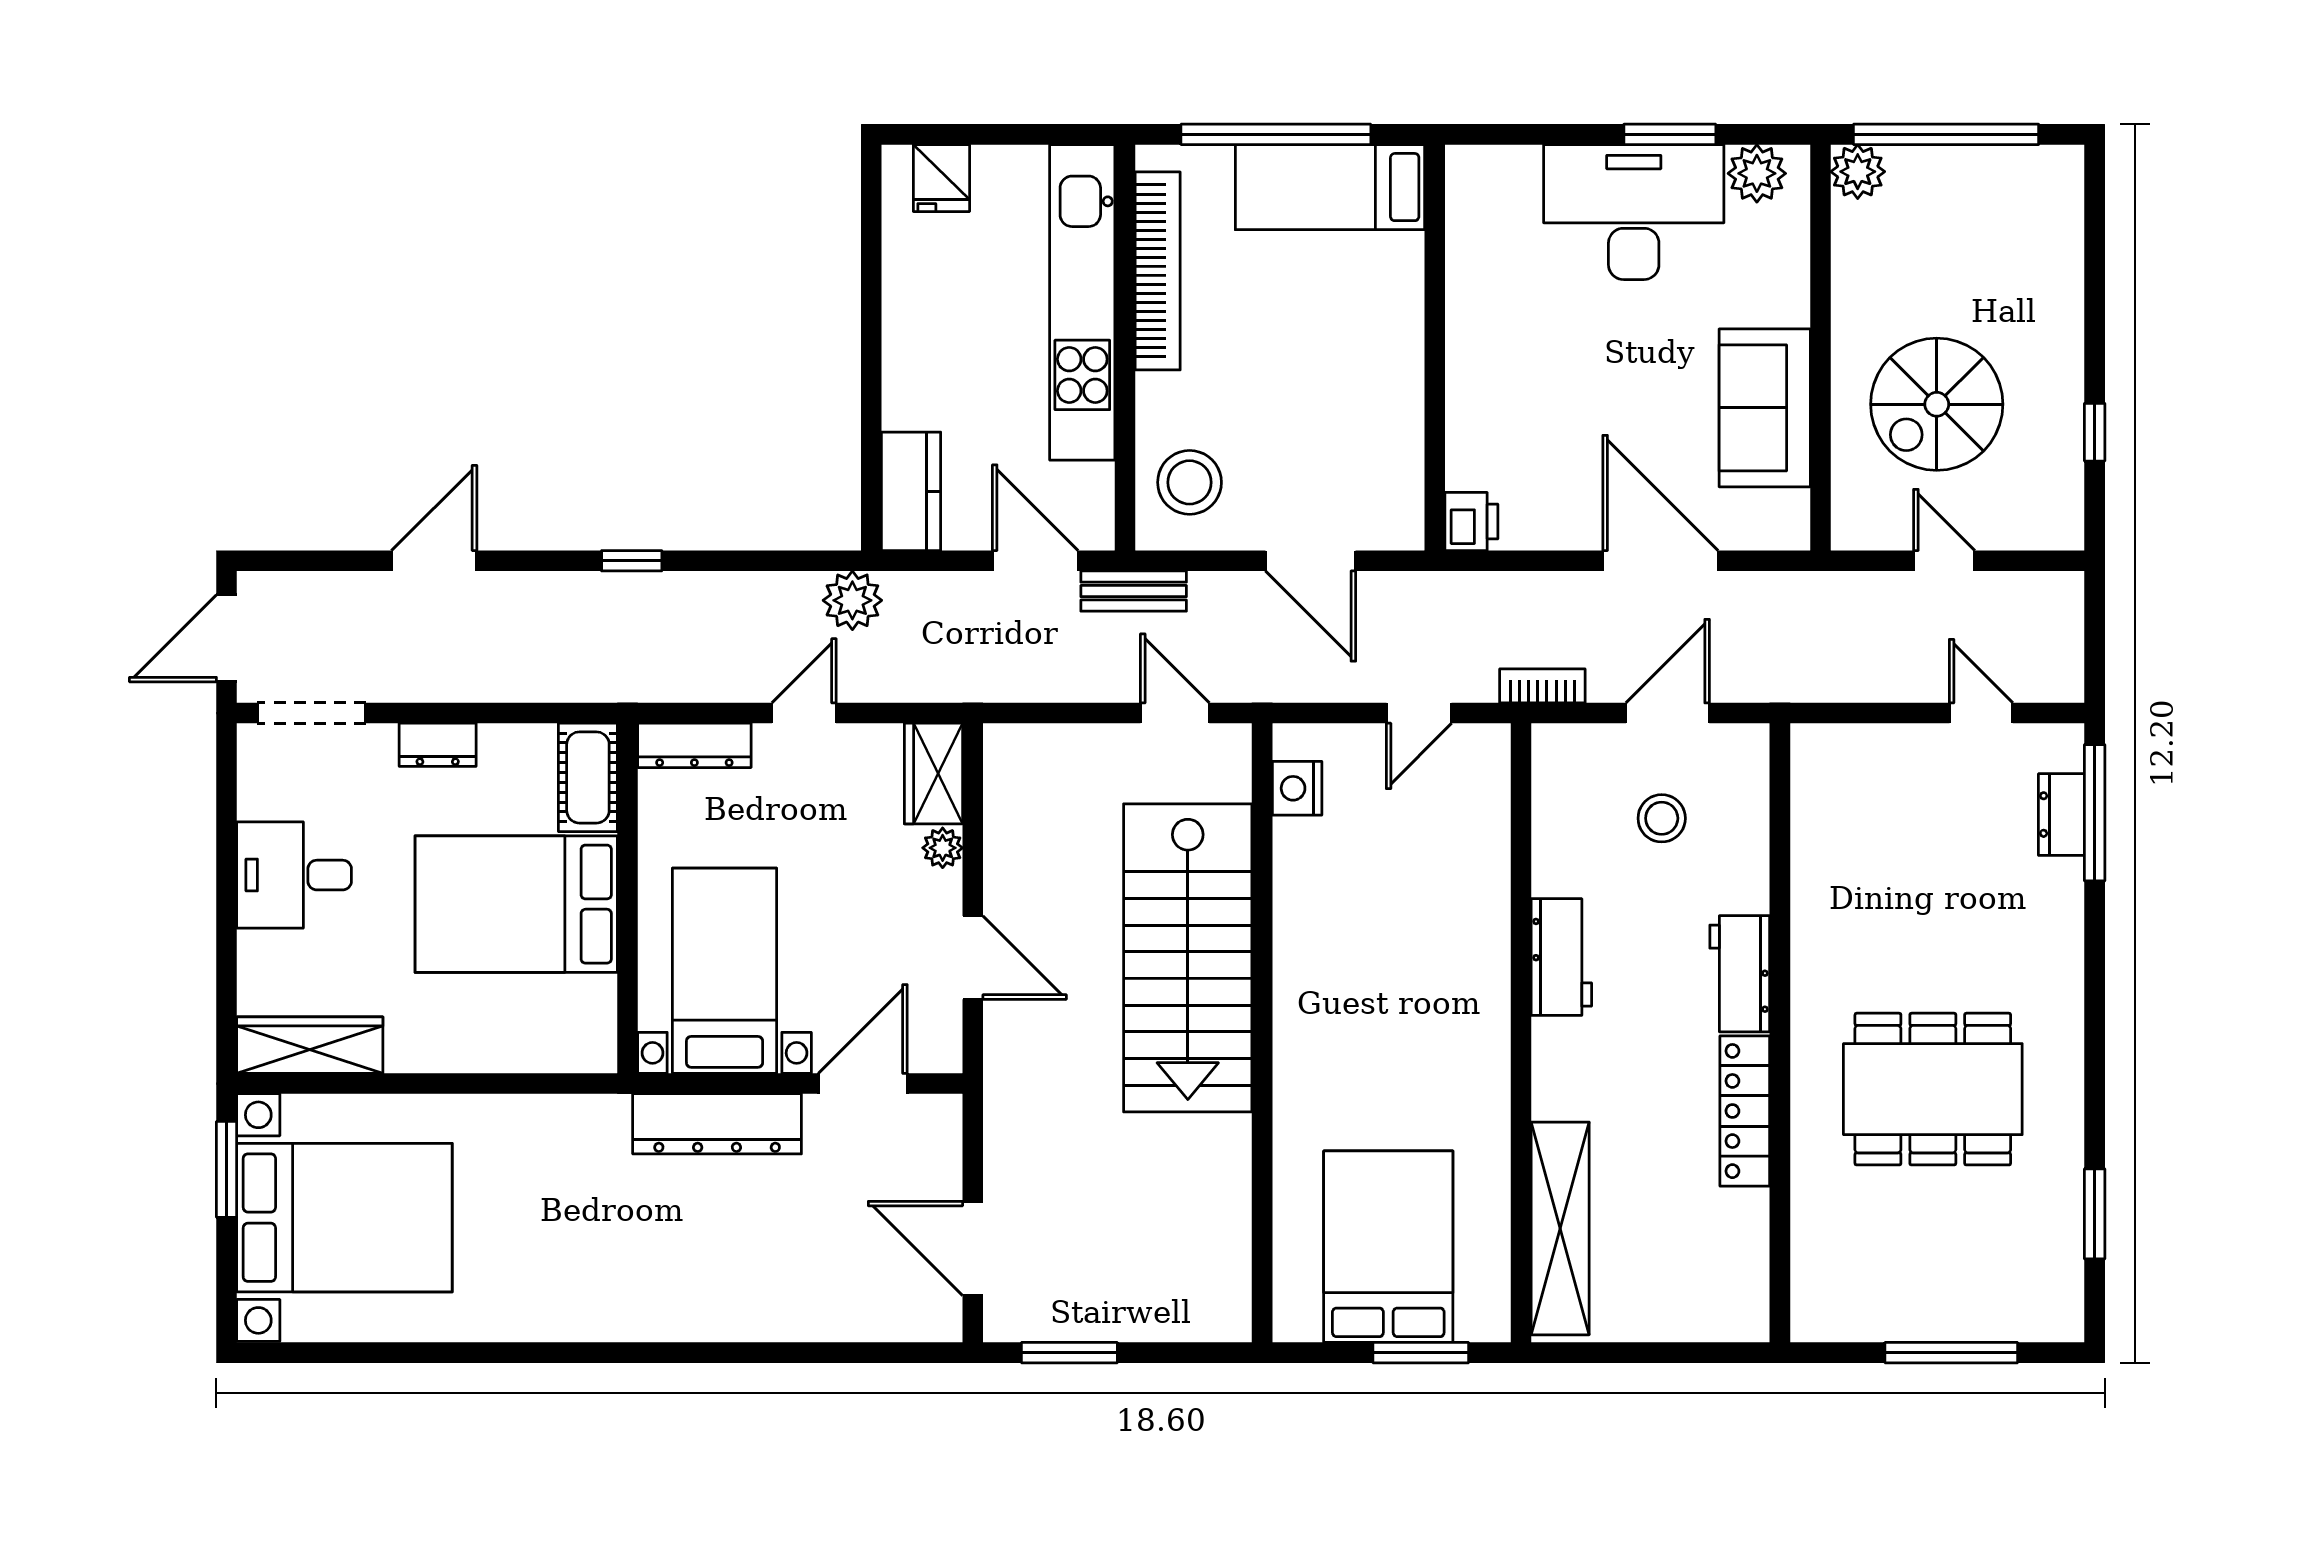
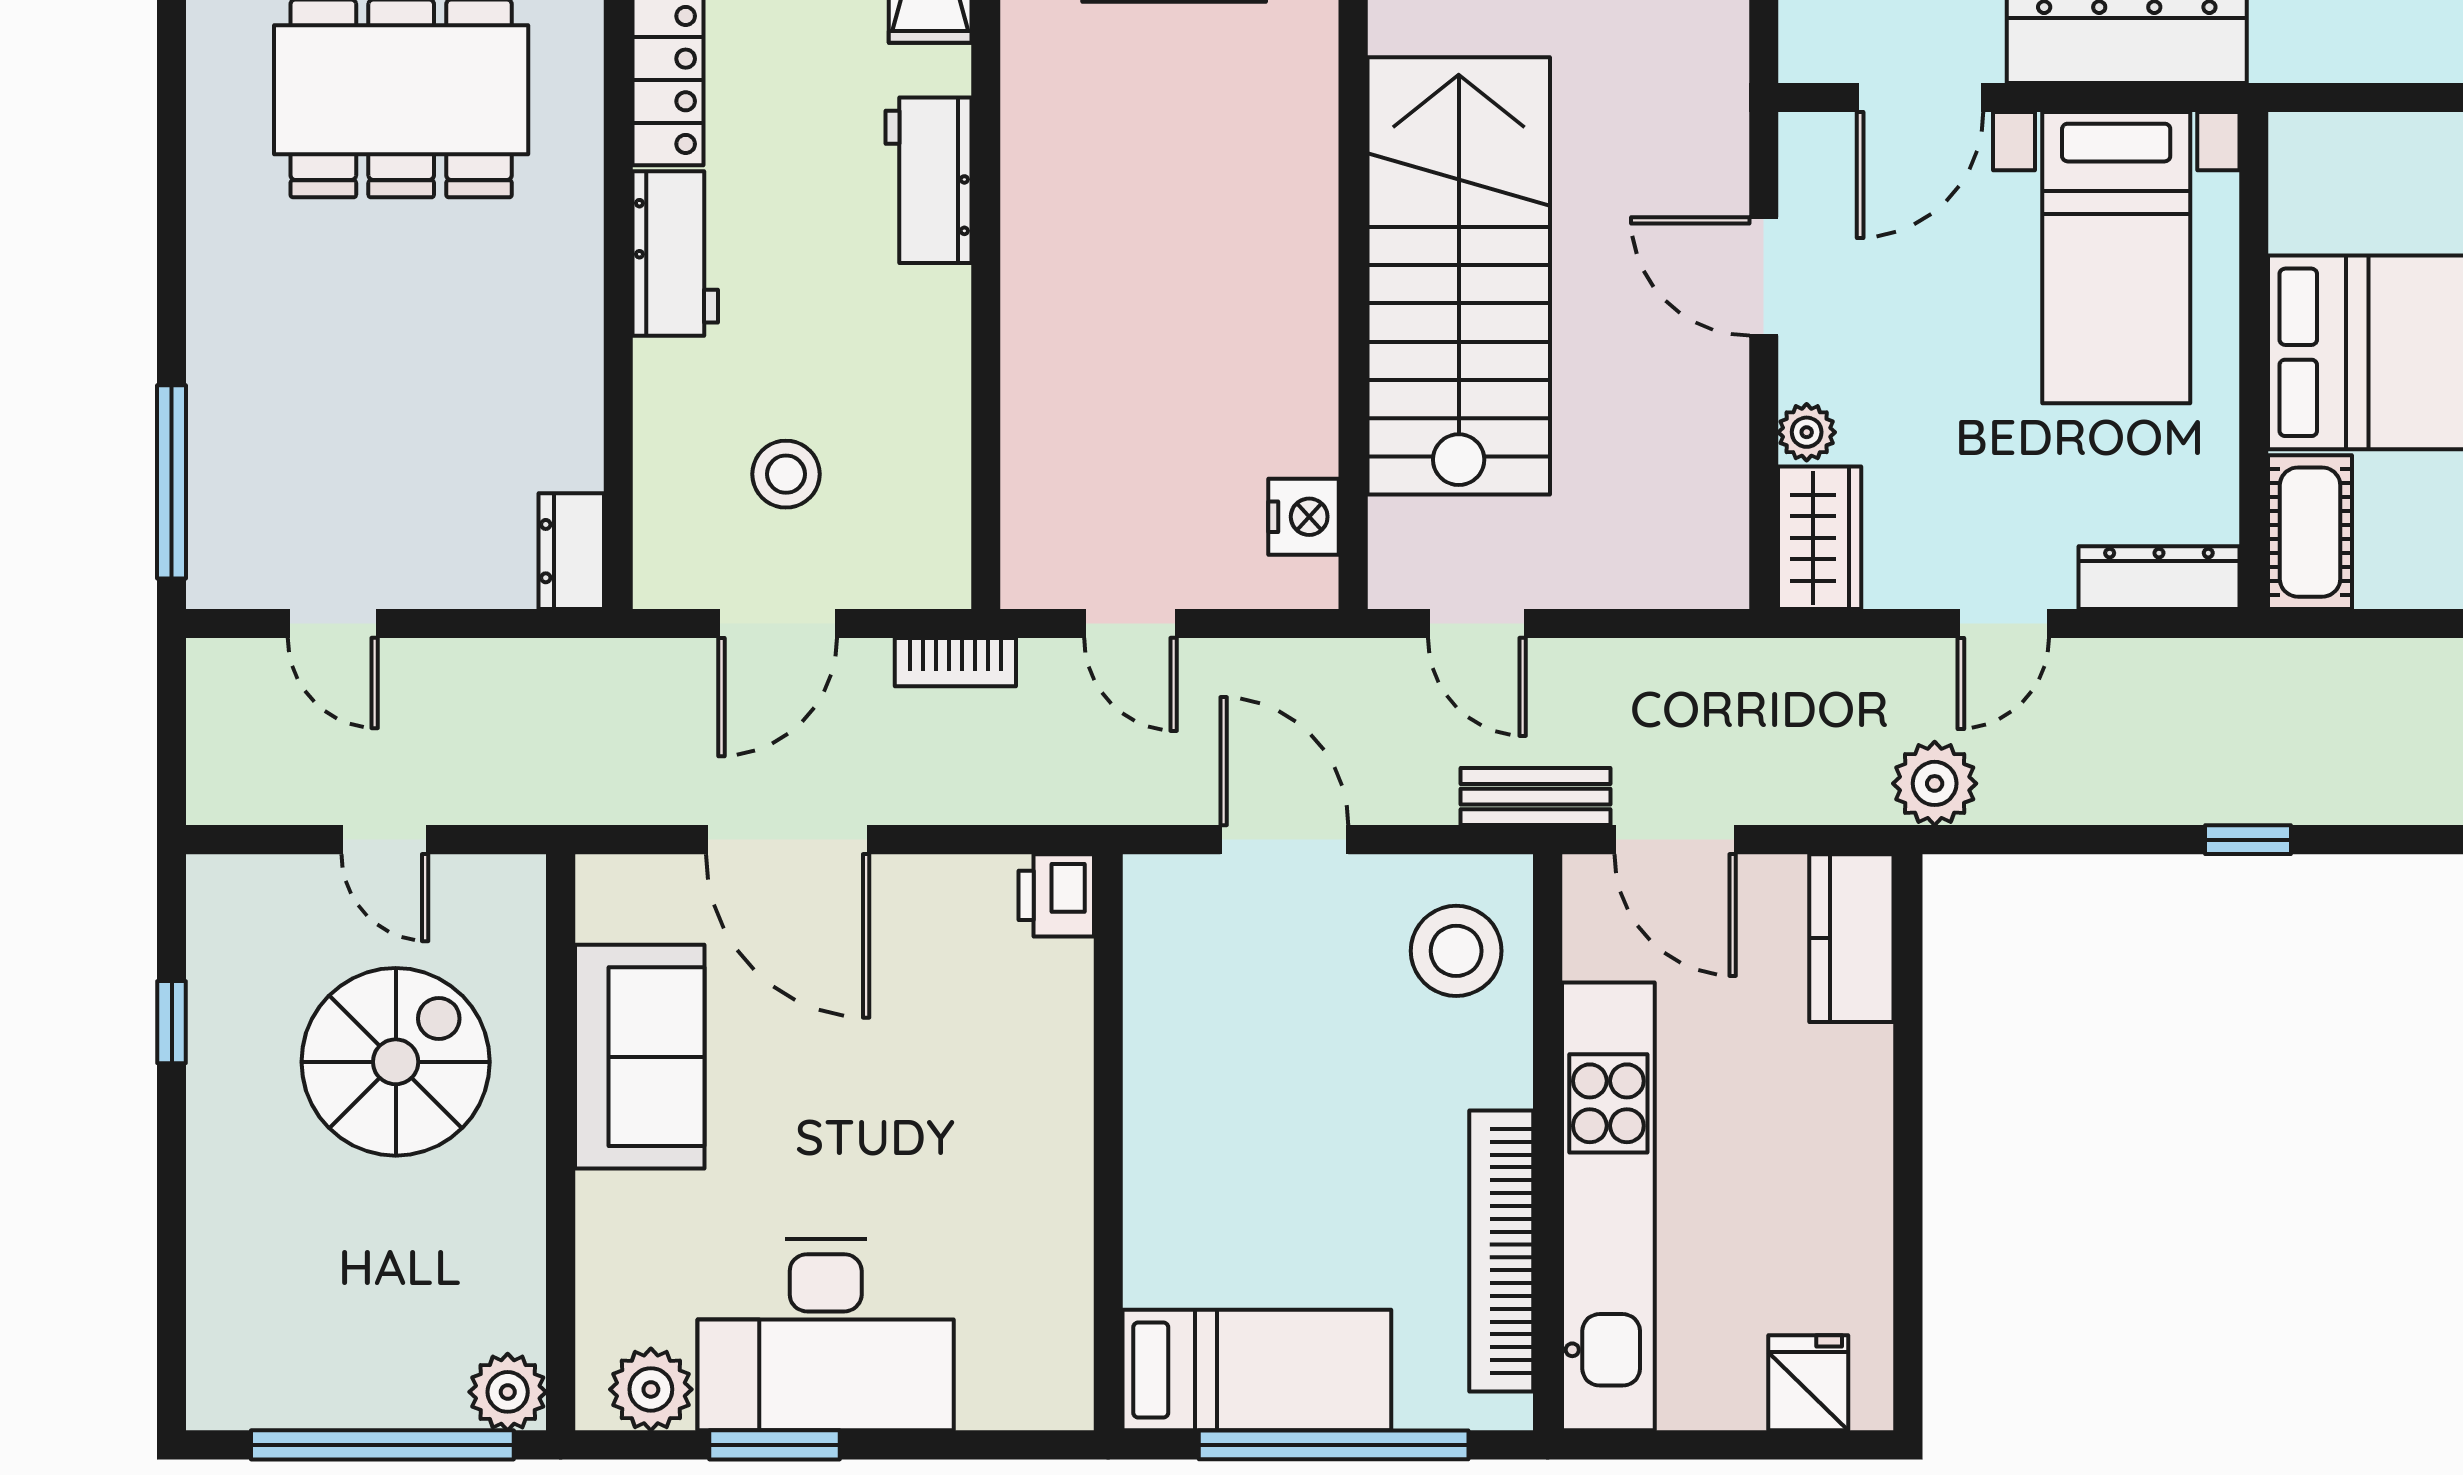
door: (1419, 713) -> (1130, 624), swing flipped
dresser: (2061, 815) -> (571, 551), moved, turned 180
workbench: (1561, 957) -> (928, 180), moved

